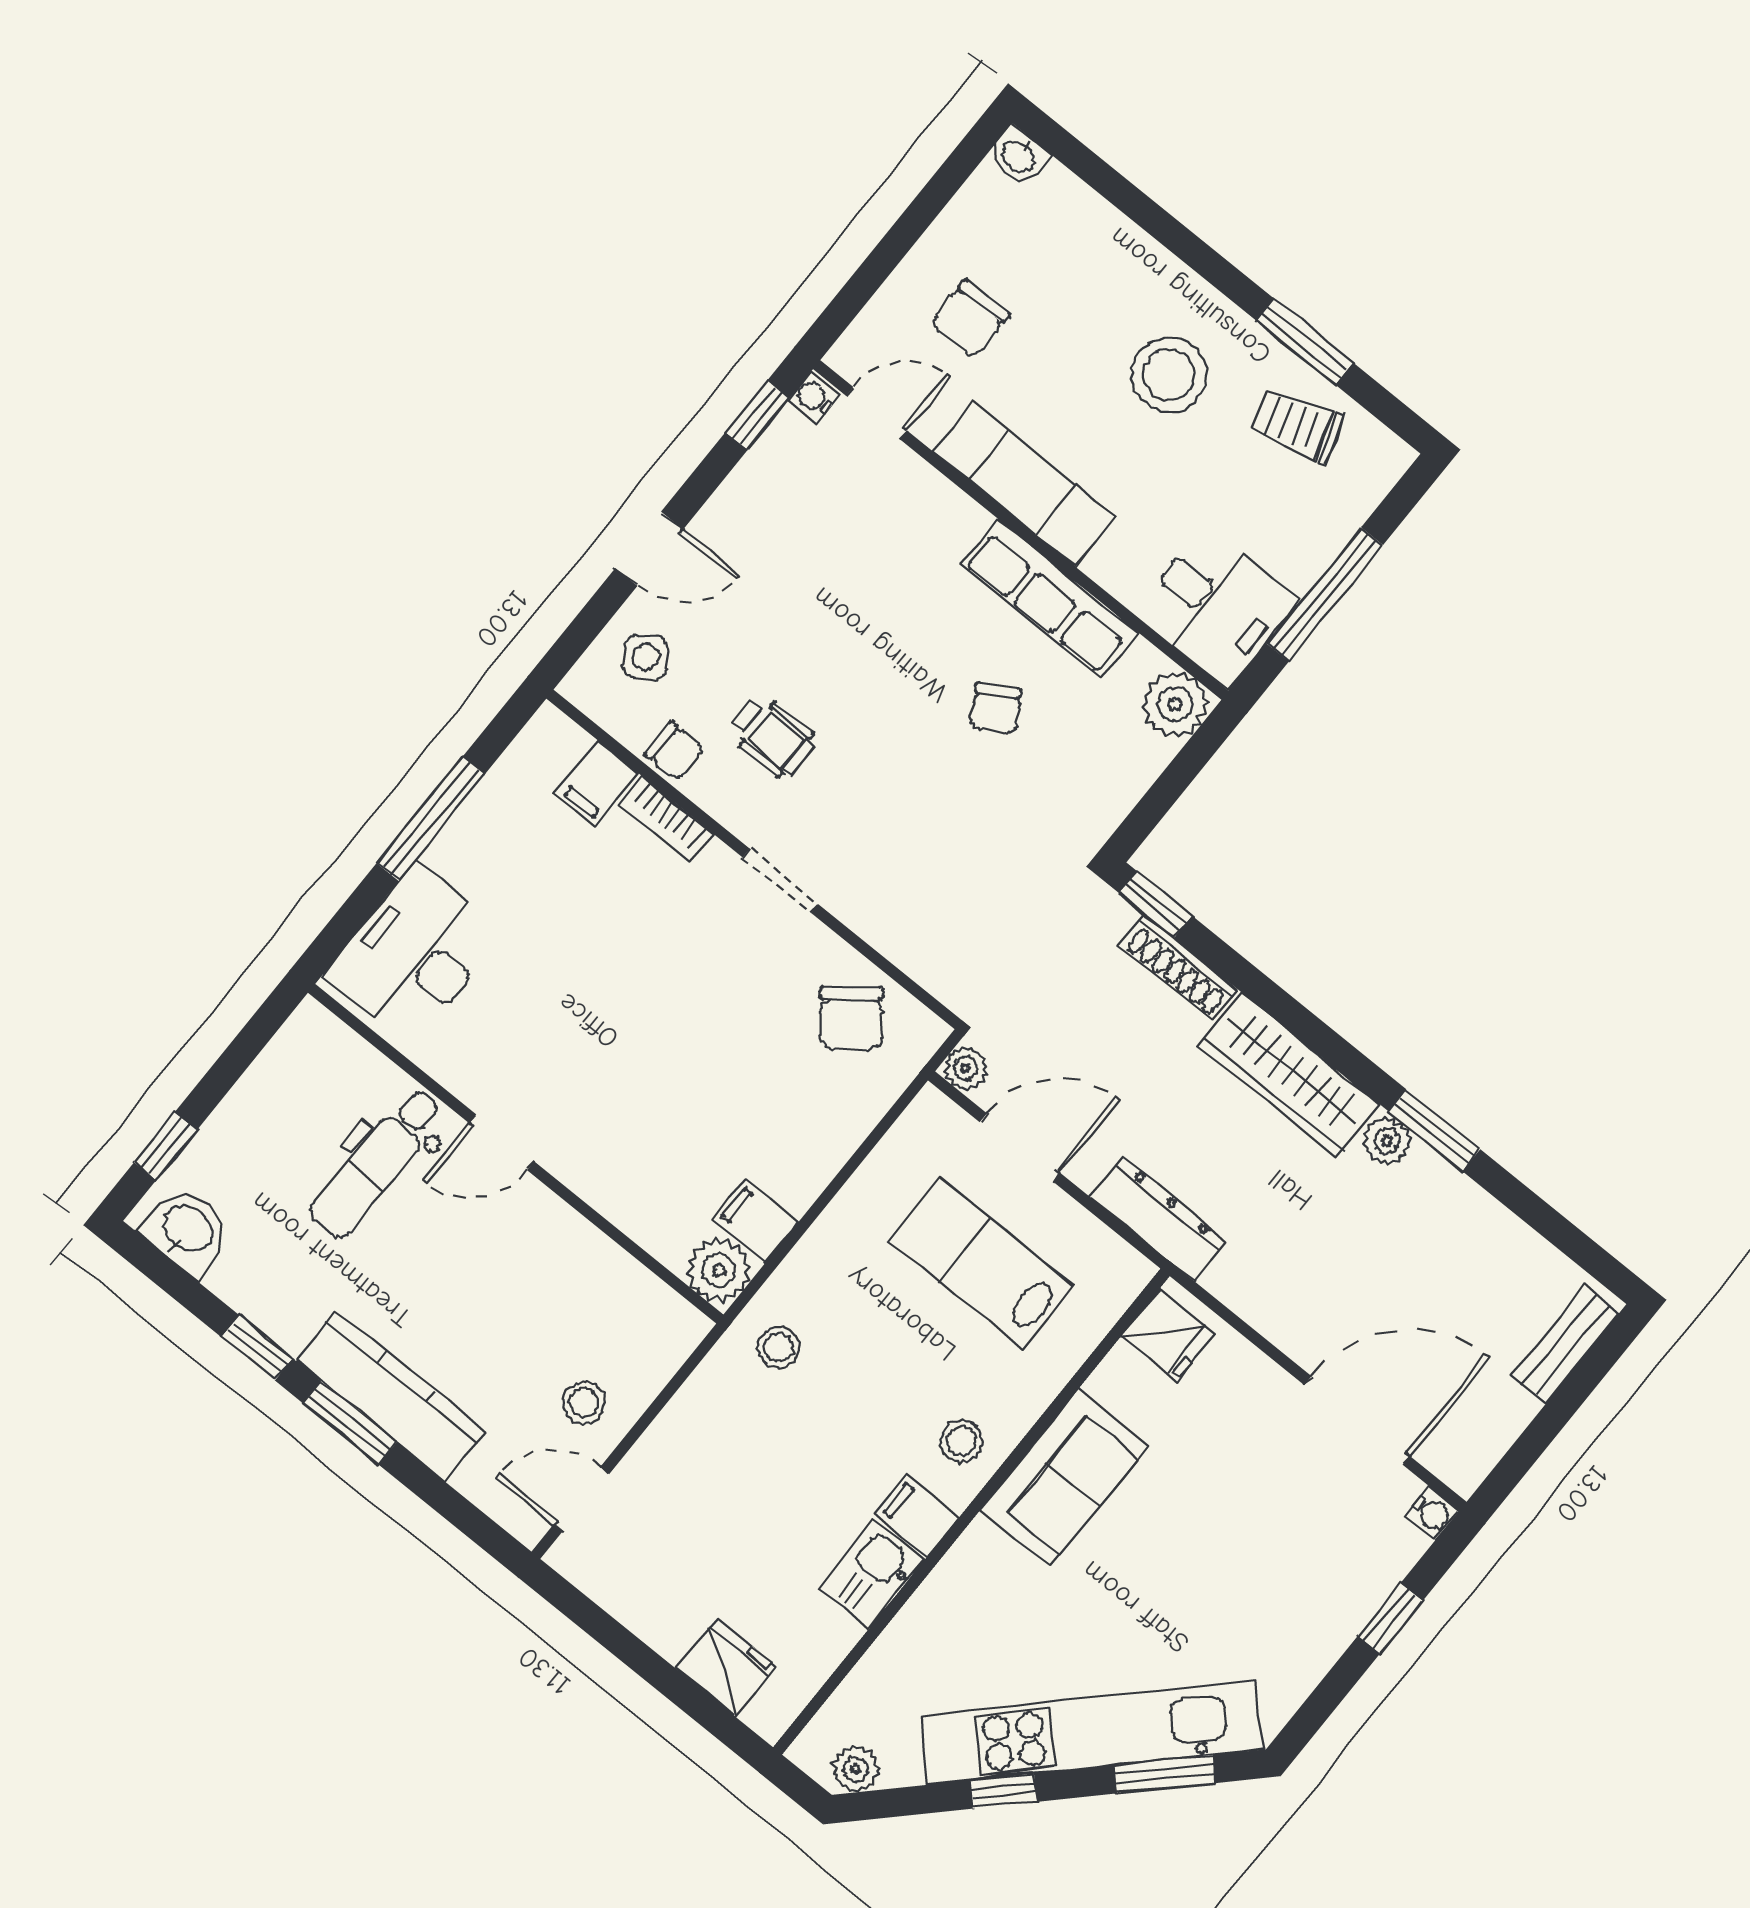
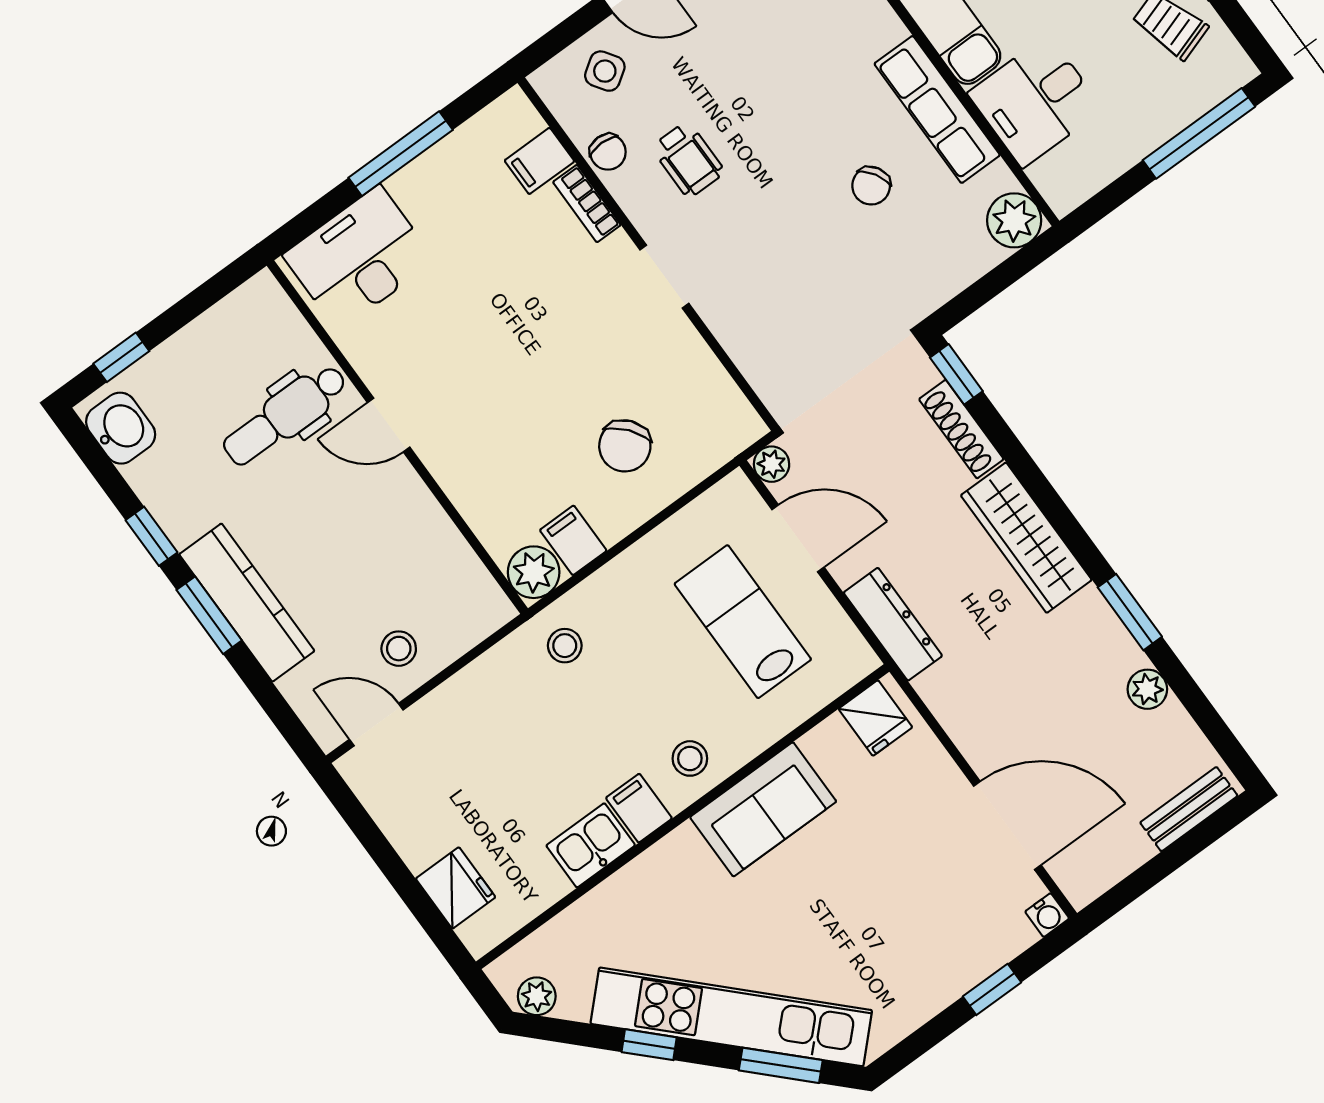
window: (1325, 594) -> (1199, 133), moved
desk: (1217, 607) -> (1035, 101), moved, turned 90
chair: (851, 1018) -> (625, 446), moved
plant: (1387, 1141) -> (1147, 689), moved

